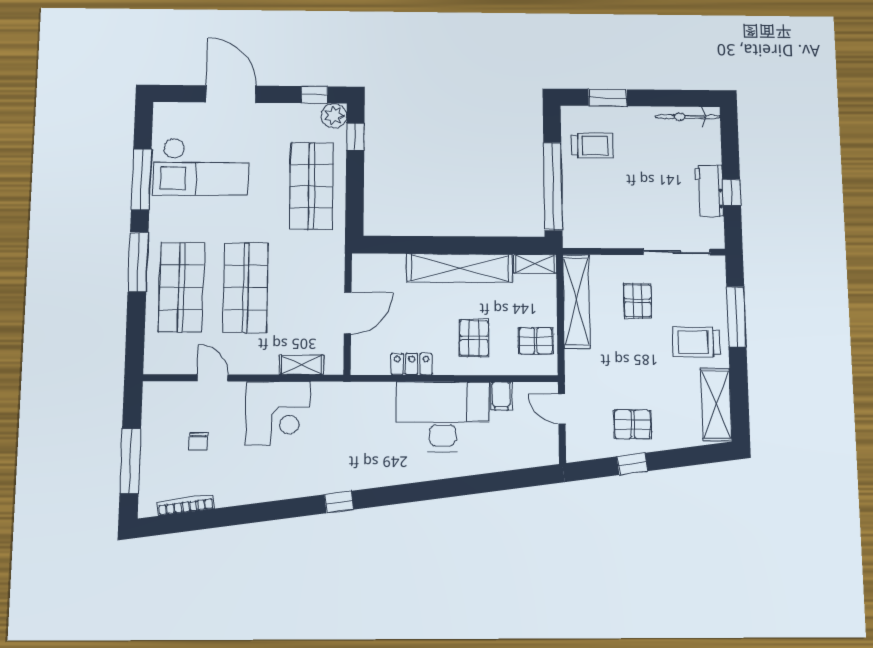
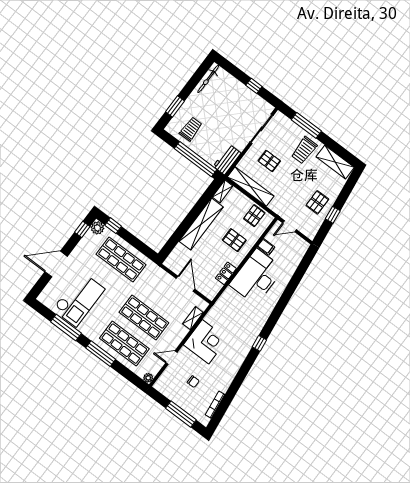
workbench: (709, 191) -> (227, 160), moved, turned 90
plant: (153, 365) -> (148, 378), added

